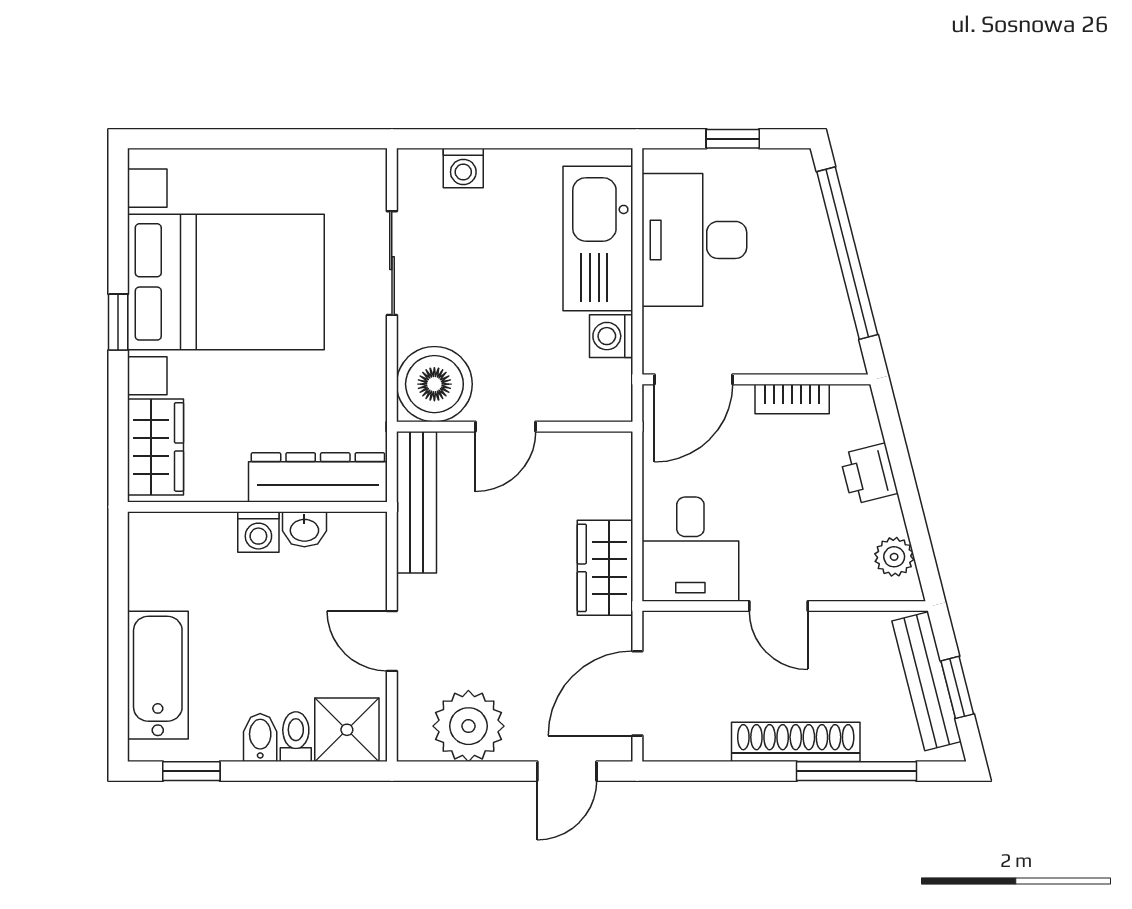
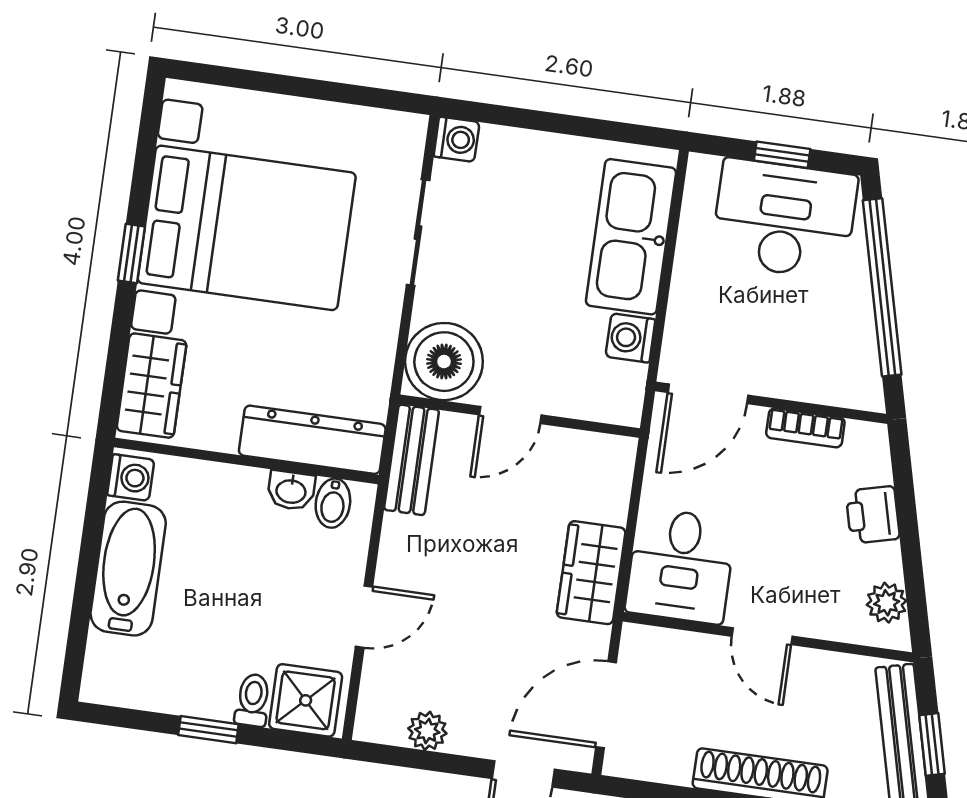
washing machine: (463, 168) -> (457, 139), moved, turned -90
desk: (694, 240) -> (784, 219), moved, turned 90
bench: (416, 502) -> (412, 460), width x0.73
washing machine: (258, 532) -> (131, 477), moved, turned -90
door: (392, 641) -> (364, 617), swing flipped
bathtub: (158, 675) -> (128, 569), moved
plant: (468, 726) -> (427, 731), width x0.53, depth x0.53
bidet: (260, 738) -> (333, 503), moved, turned 180
window: (191, 771) -> (208, 730), moved

